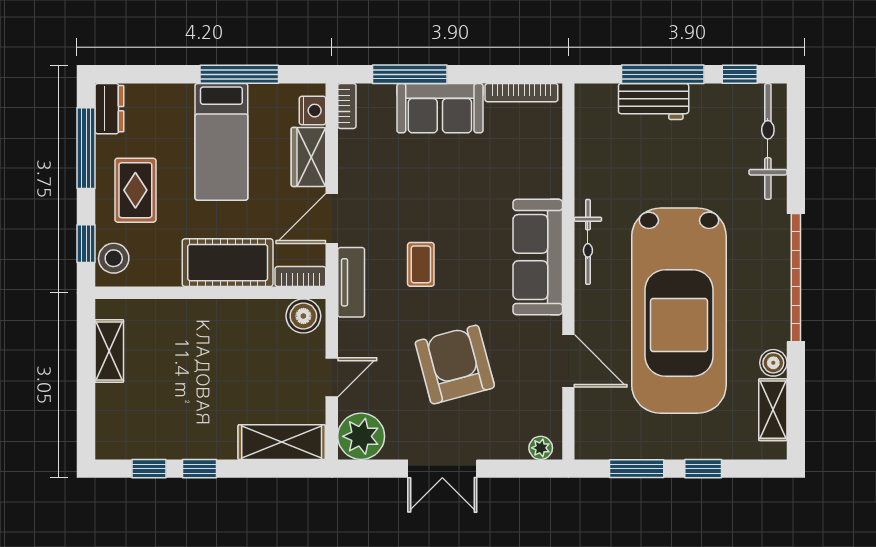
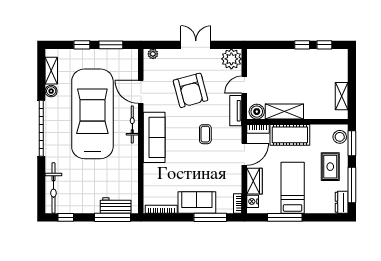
window: (663, 74) -> (113, 217), moved
workbench: (654, 101) -> (116, 205), moved
bicycle: (588, 242) -> (132, 124), moved
window: (86, 244) -> (352, 143), width x1.50
tv unit: (351, 282) -> (236, 111), moved
shelving: (282, 442) -> (284, 111), moved

